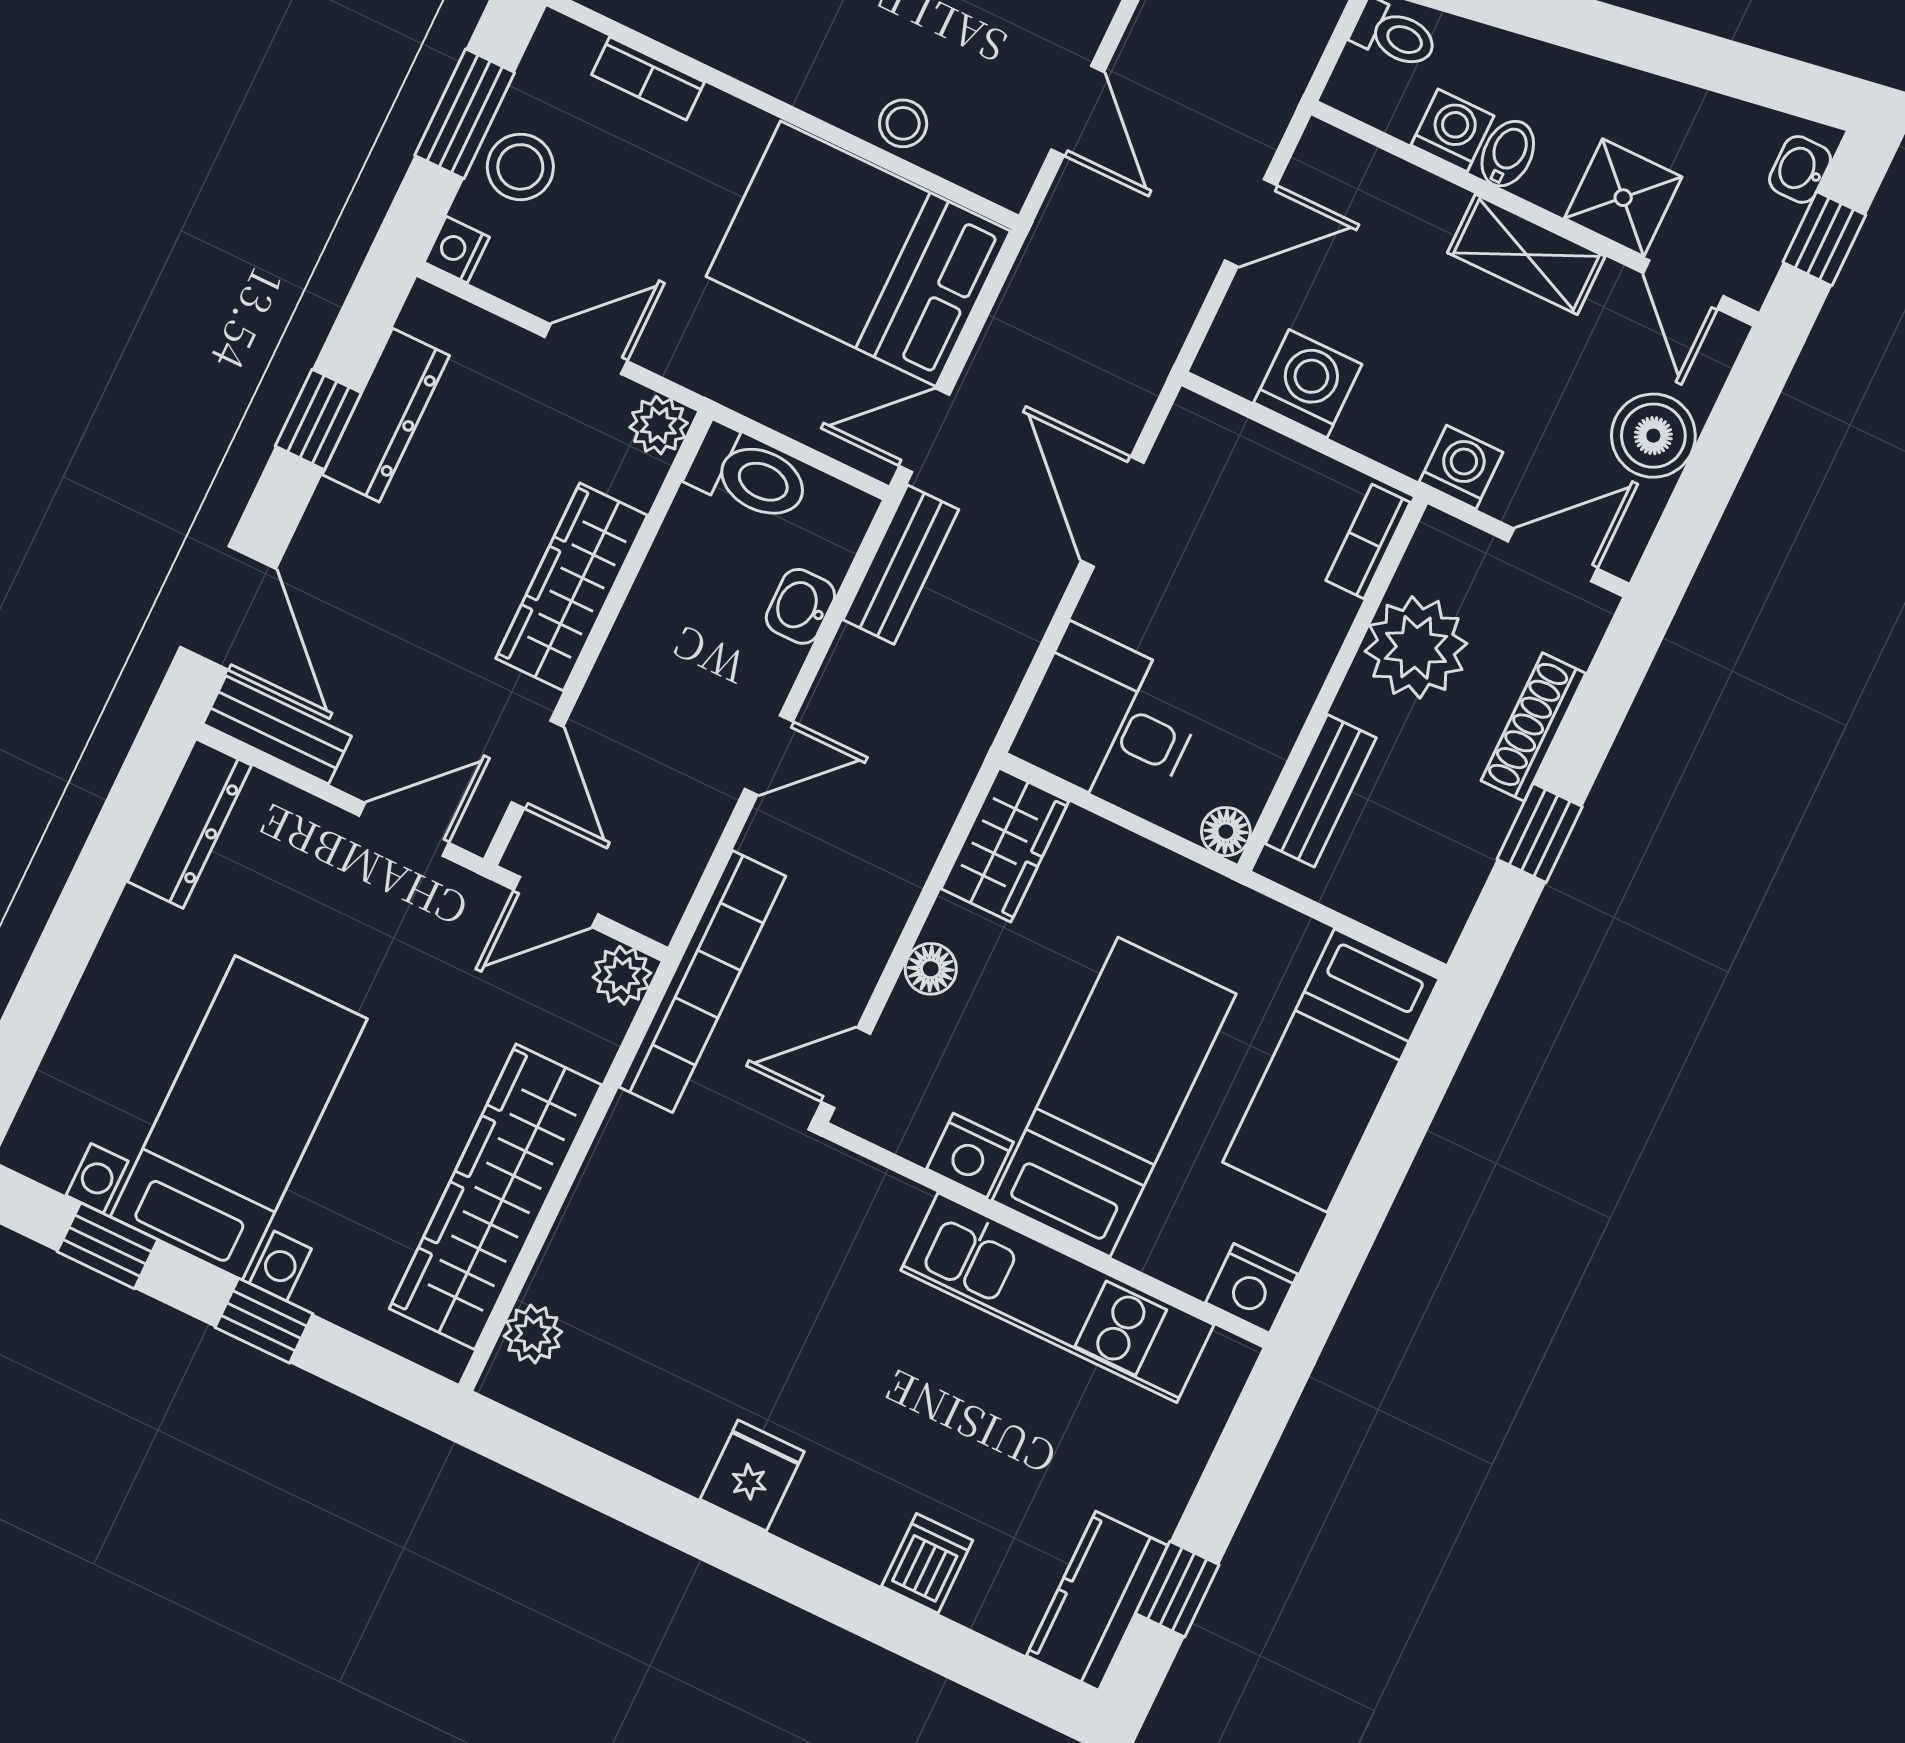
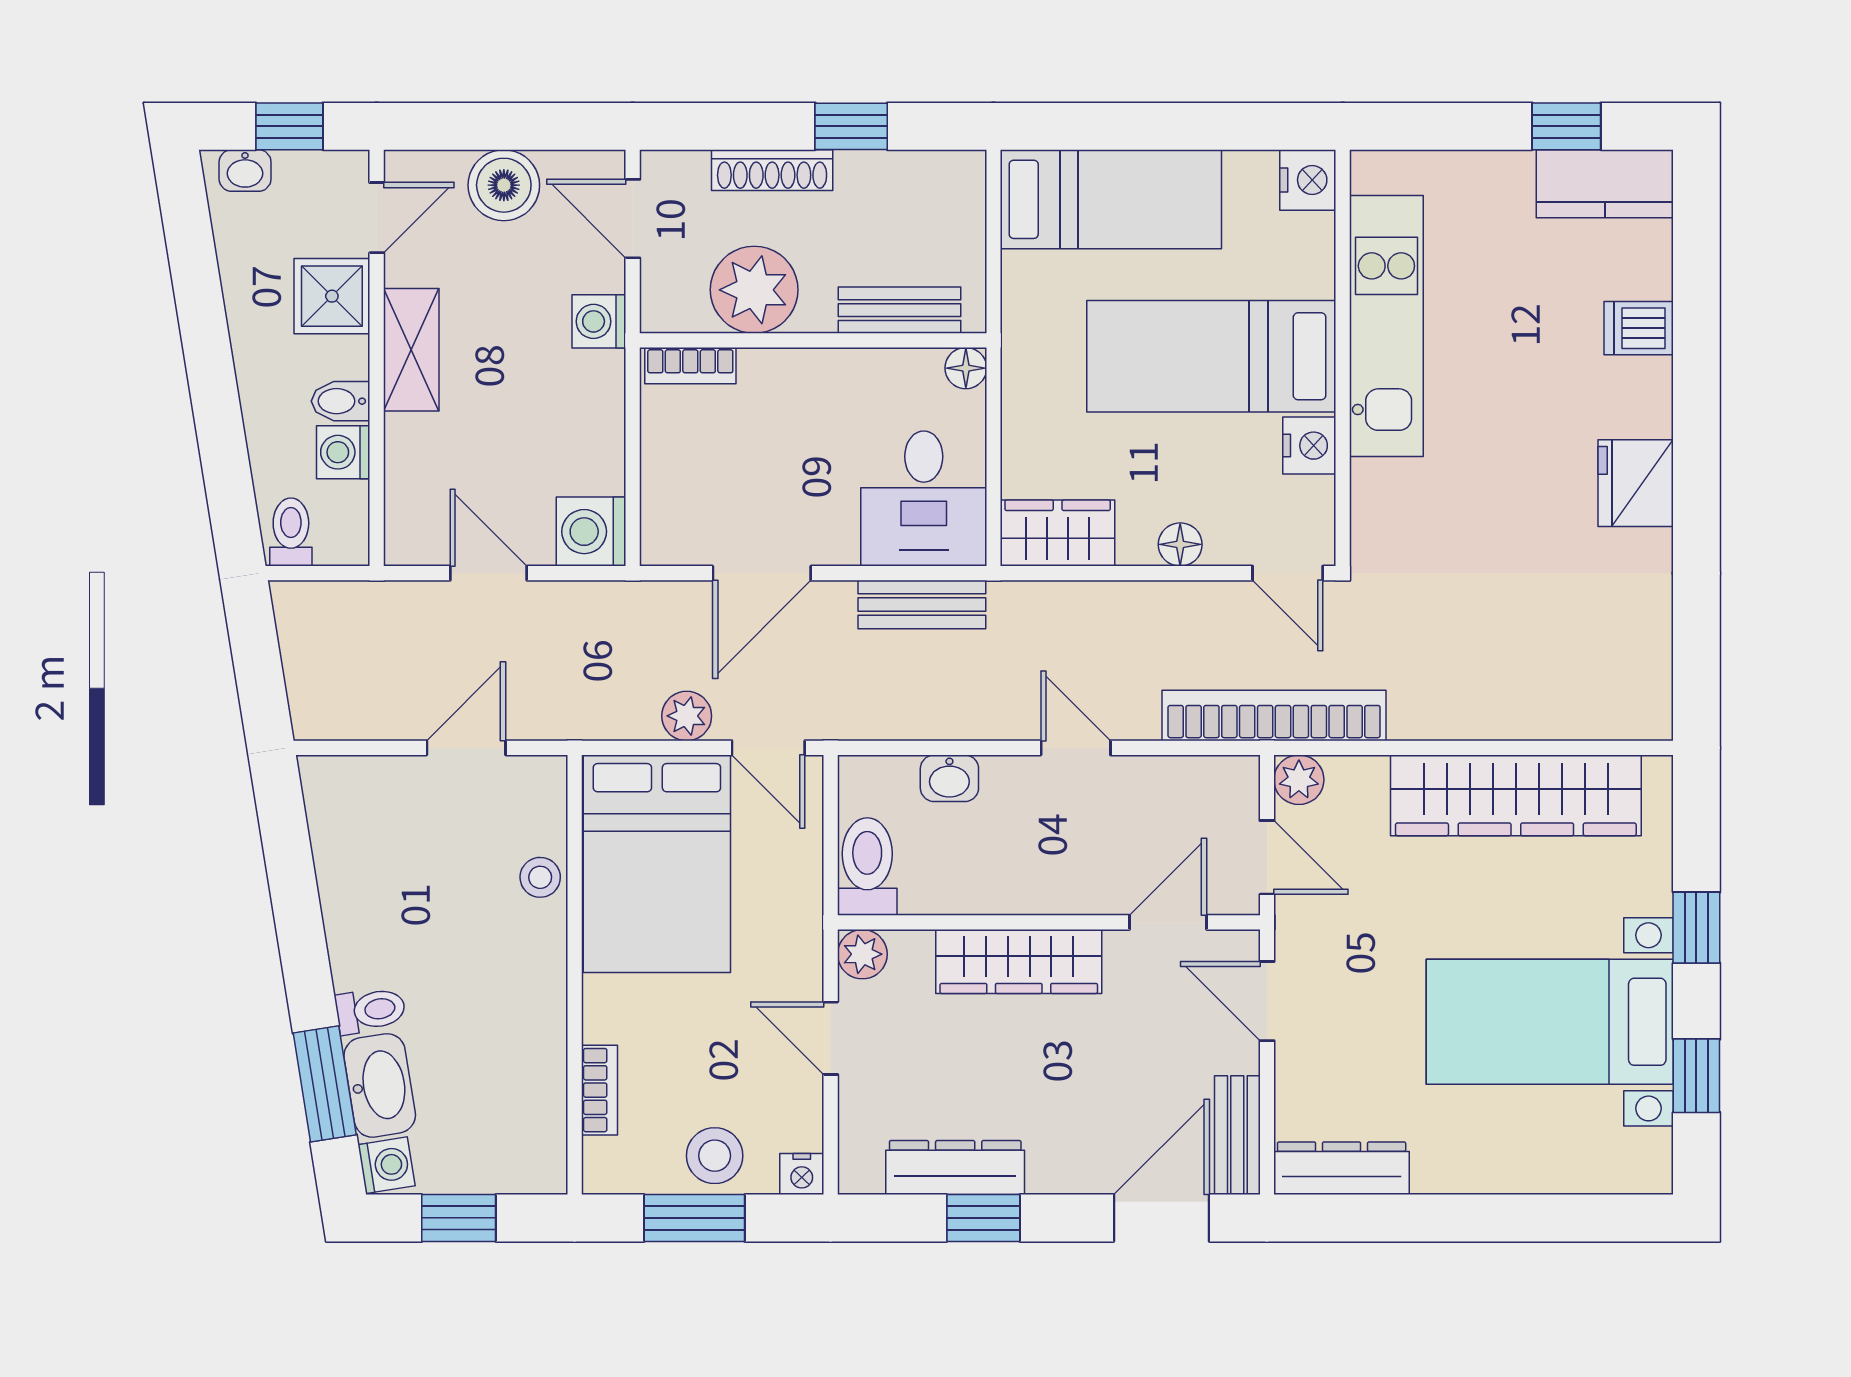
washing machine: (1308, 384) -> (591, 532), moved
bench: (901, 565) -> (922, 605), moved
plant: (533, 1334) -> (687, 716), moved
fridge: (752, 1475) -> (1636, 483), width x1.38

